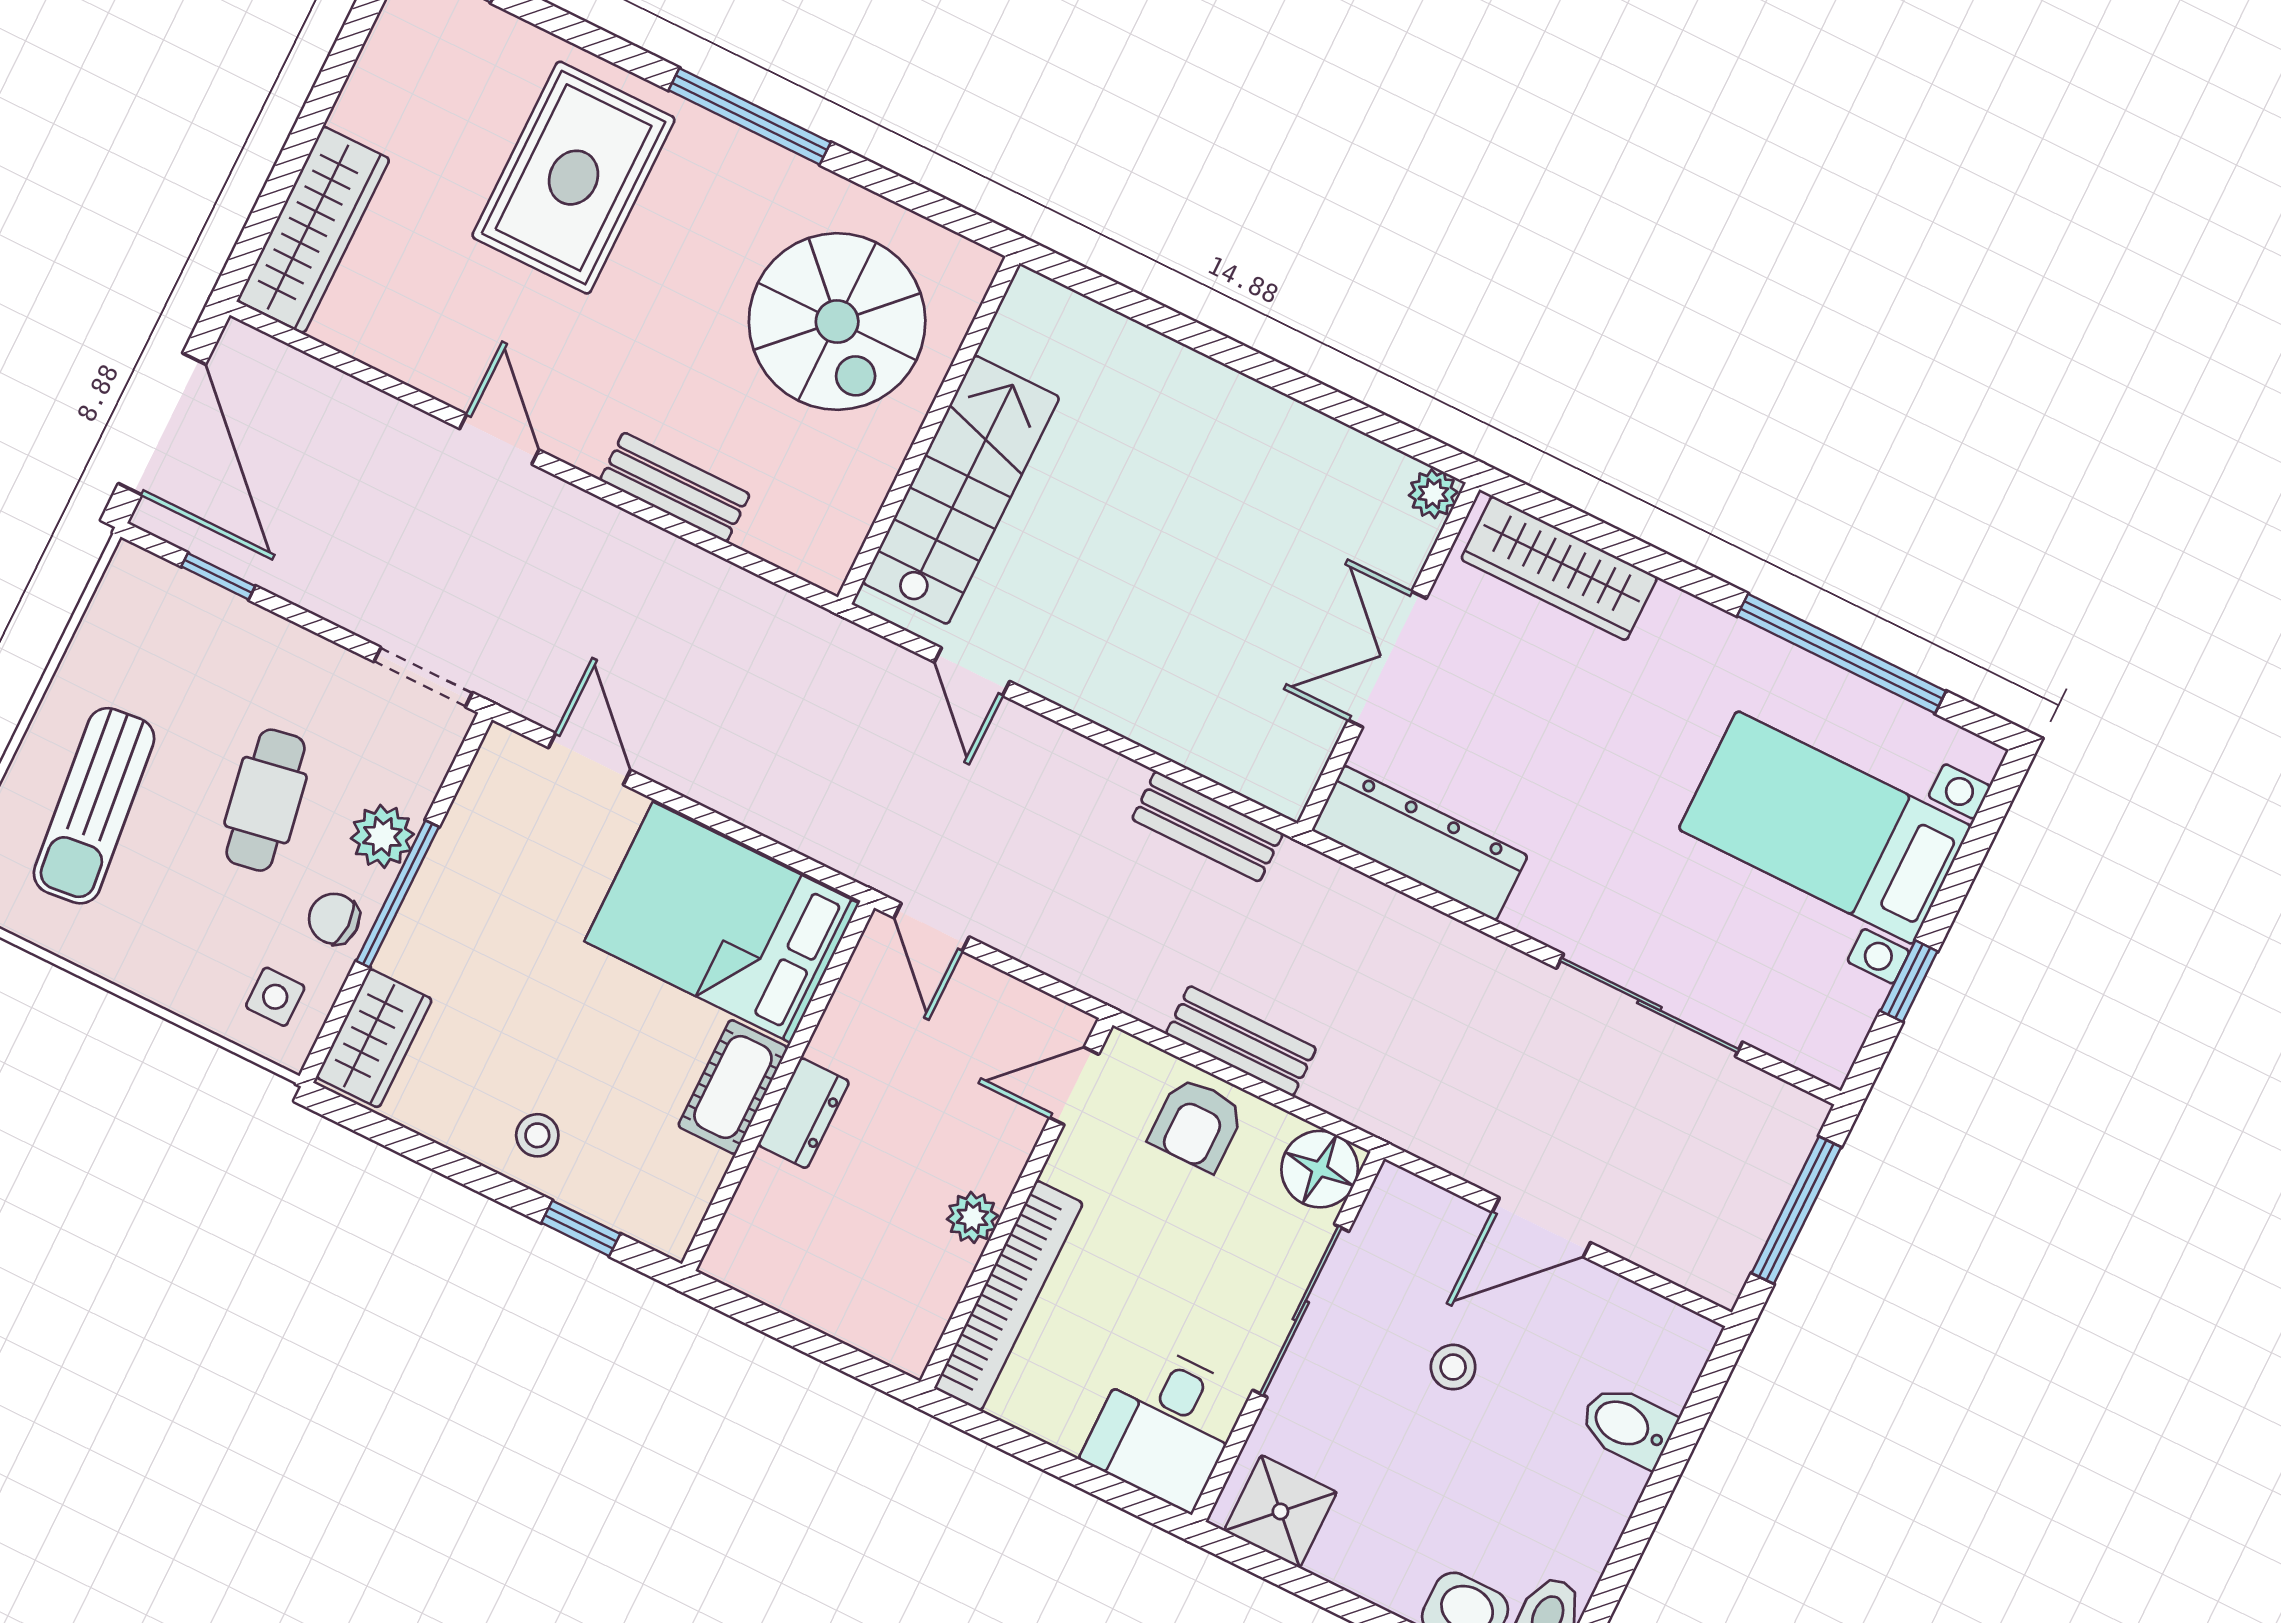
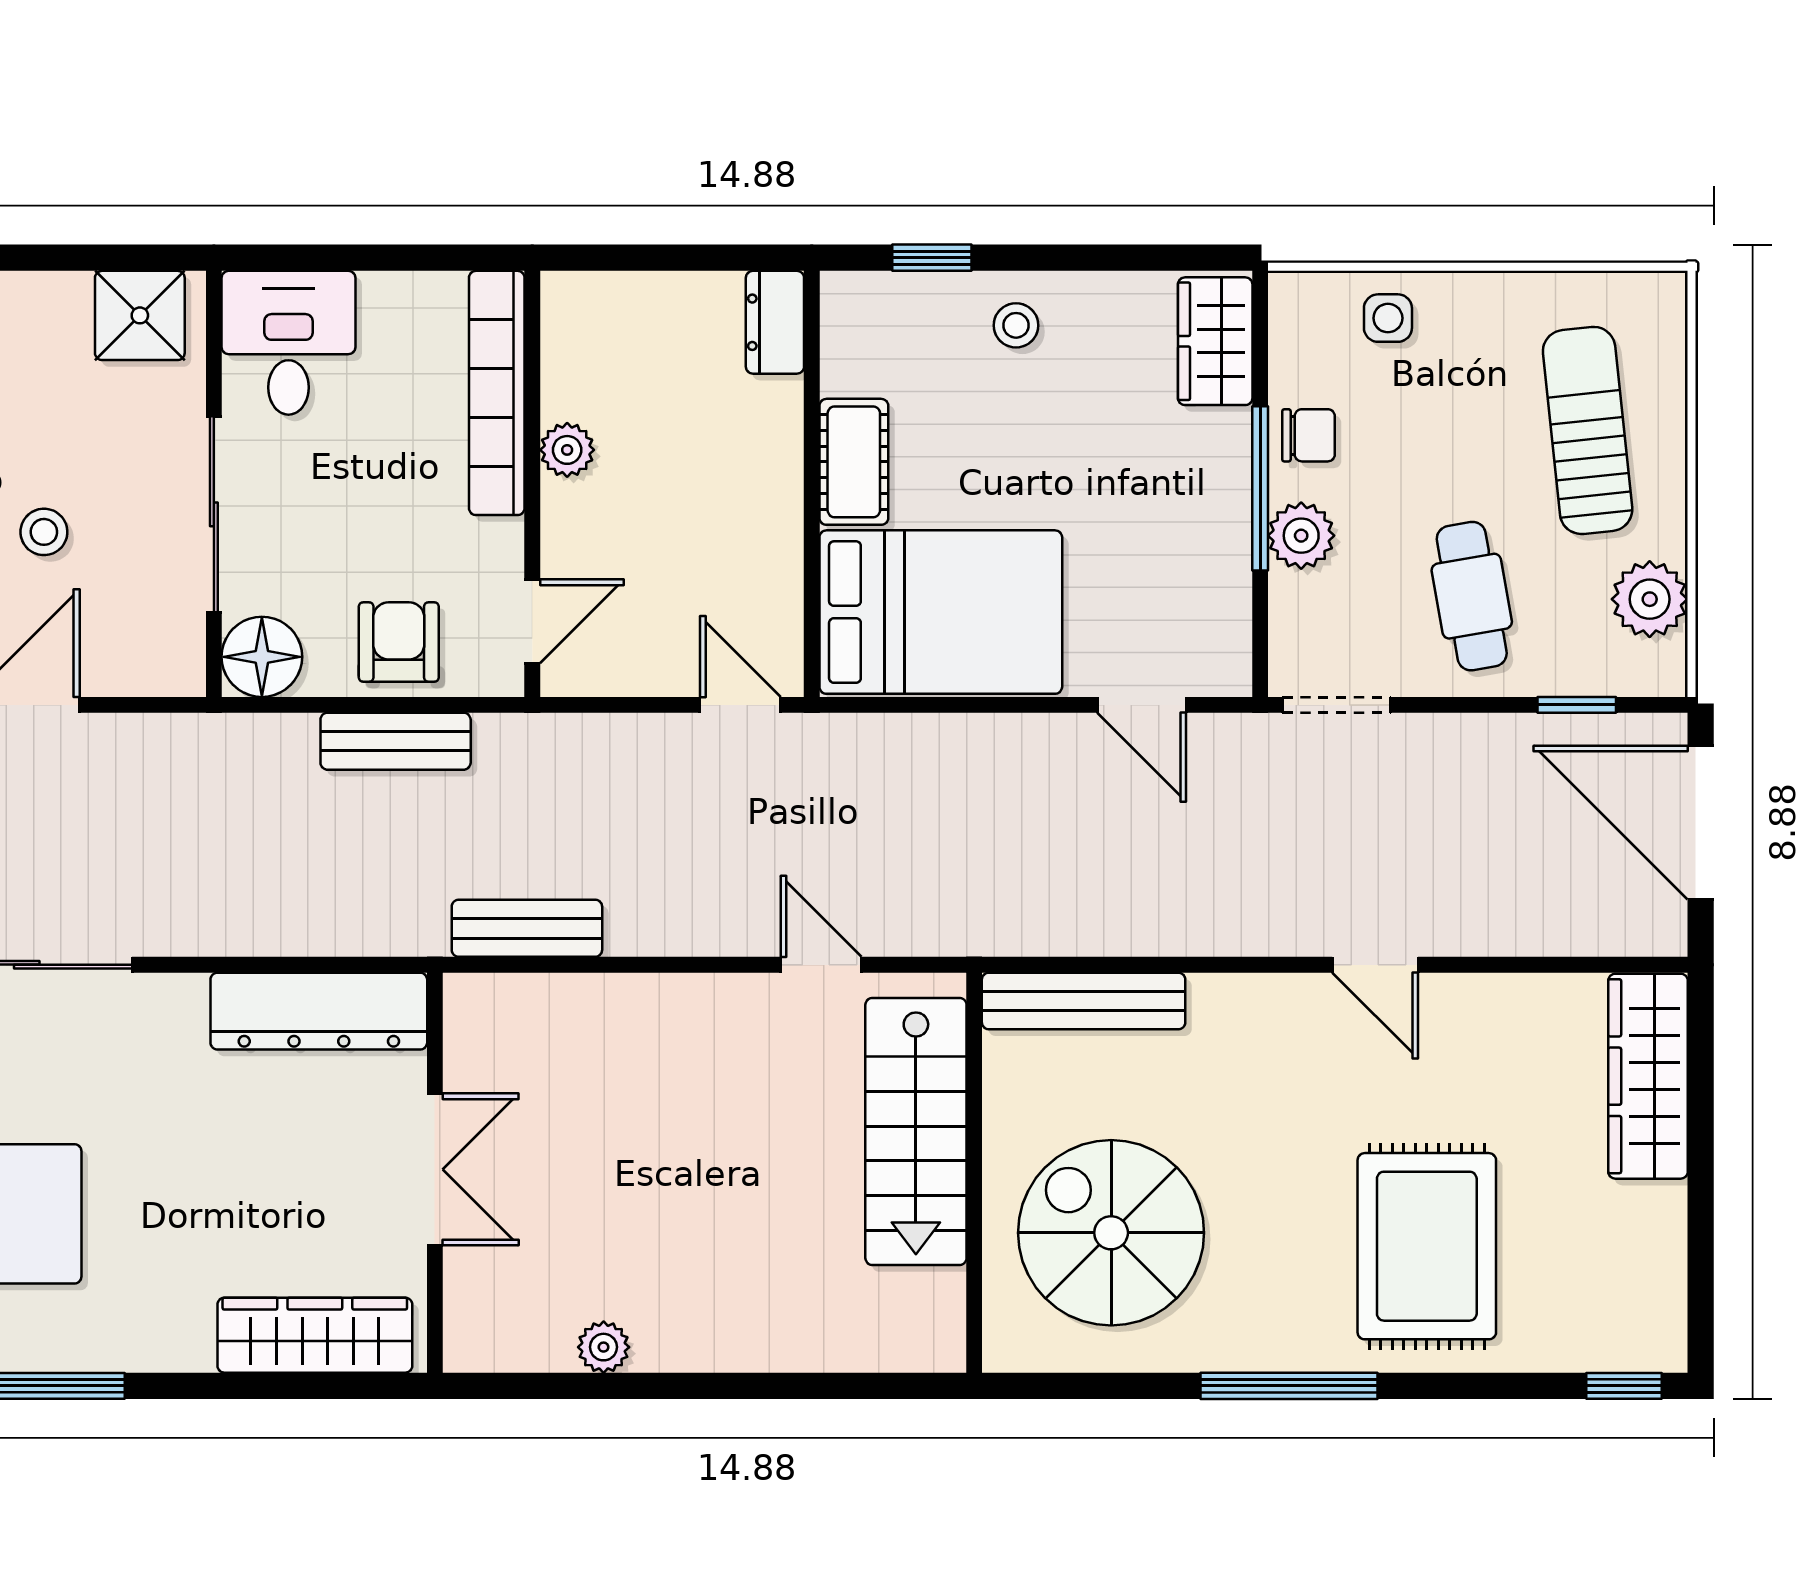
bench: (675, 487) -> (1084, 1001), moved, width x1.36
plant: (1433, 494) -> (604, 1347), moved
plant: (112, 636) -> (1650, 599), added
cafe table: (266, 800) -> (1472, 596), moved
side table: (275, 997) -> (1388, 318), moved
dresser: (804, 1113) -> (775, 322), moved

